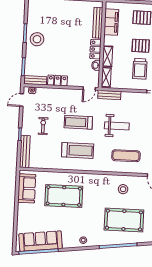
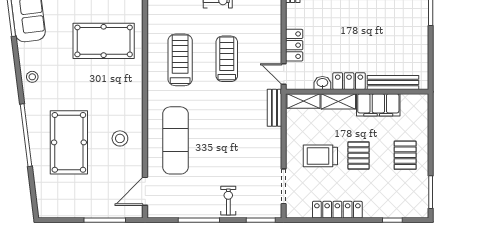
filing cabinet: (111, 22) -> (378, 105), moved
locker: (57, 80) -> (294, 45), moved
weight bench: (117, 126) -> (224, 123), removed
treadmill: (78, 150) -> (180, 60), turned 180
exercise mat: (126, 156) -> (175, 140), width x1.36, depth x1.45
pool table: (64, 196) -> (104, 41), turned 90

